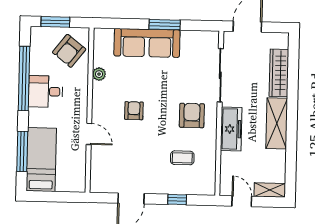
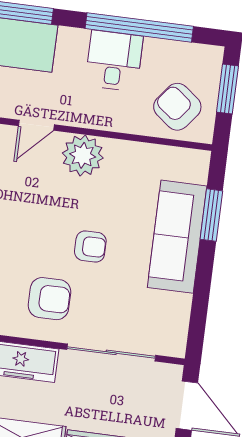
window: (165, 25) -> (211, 215), moved
plant: (99, 74) -> (83, 155), moved, width x1.88, depth x1.88
armchair: (134, 111) -> (90, 247), moved

